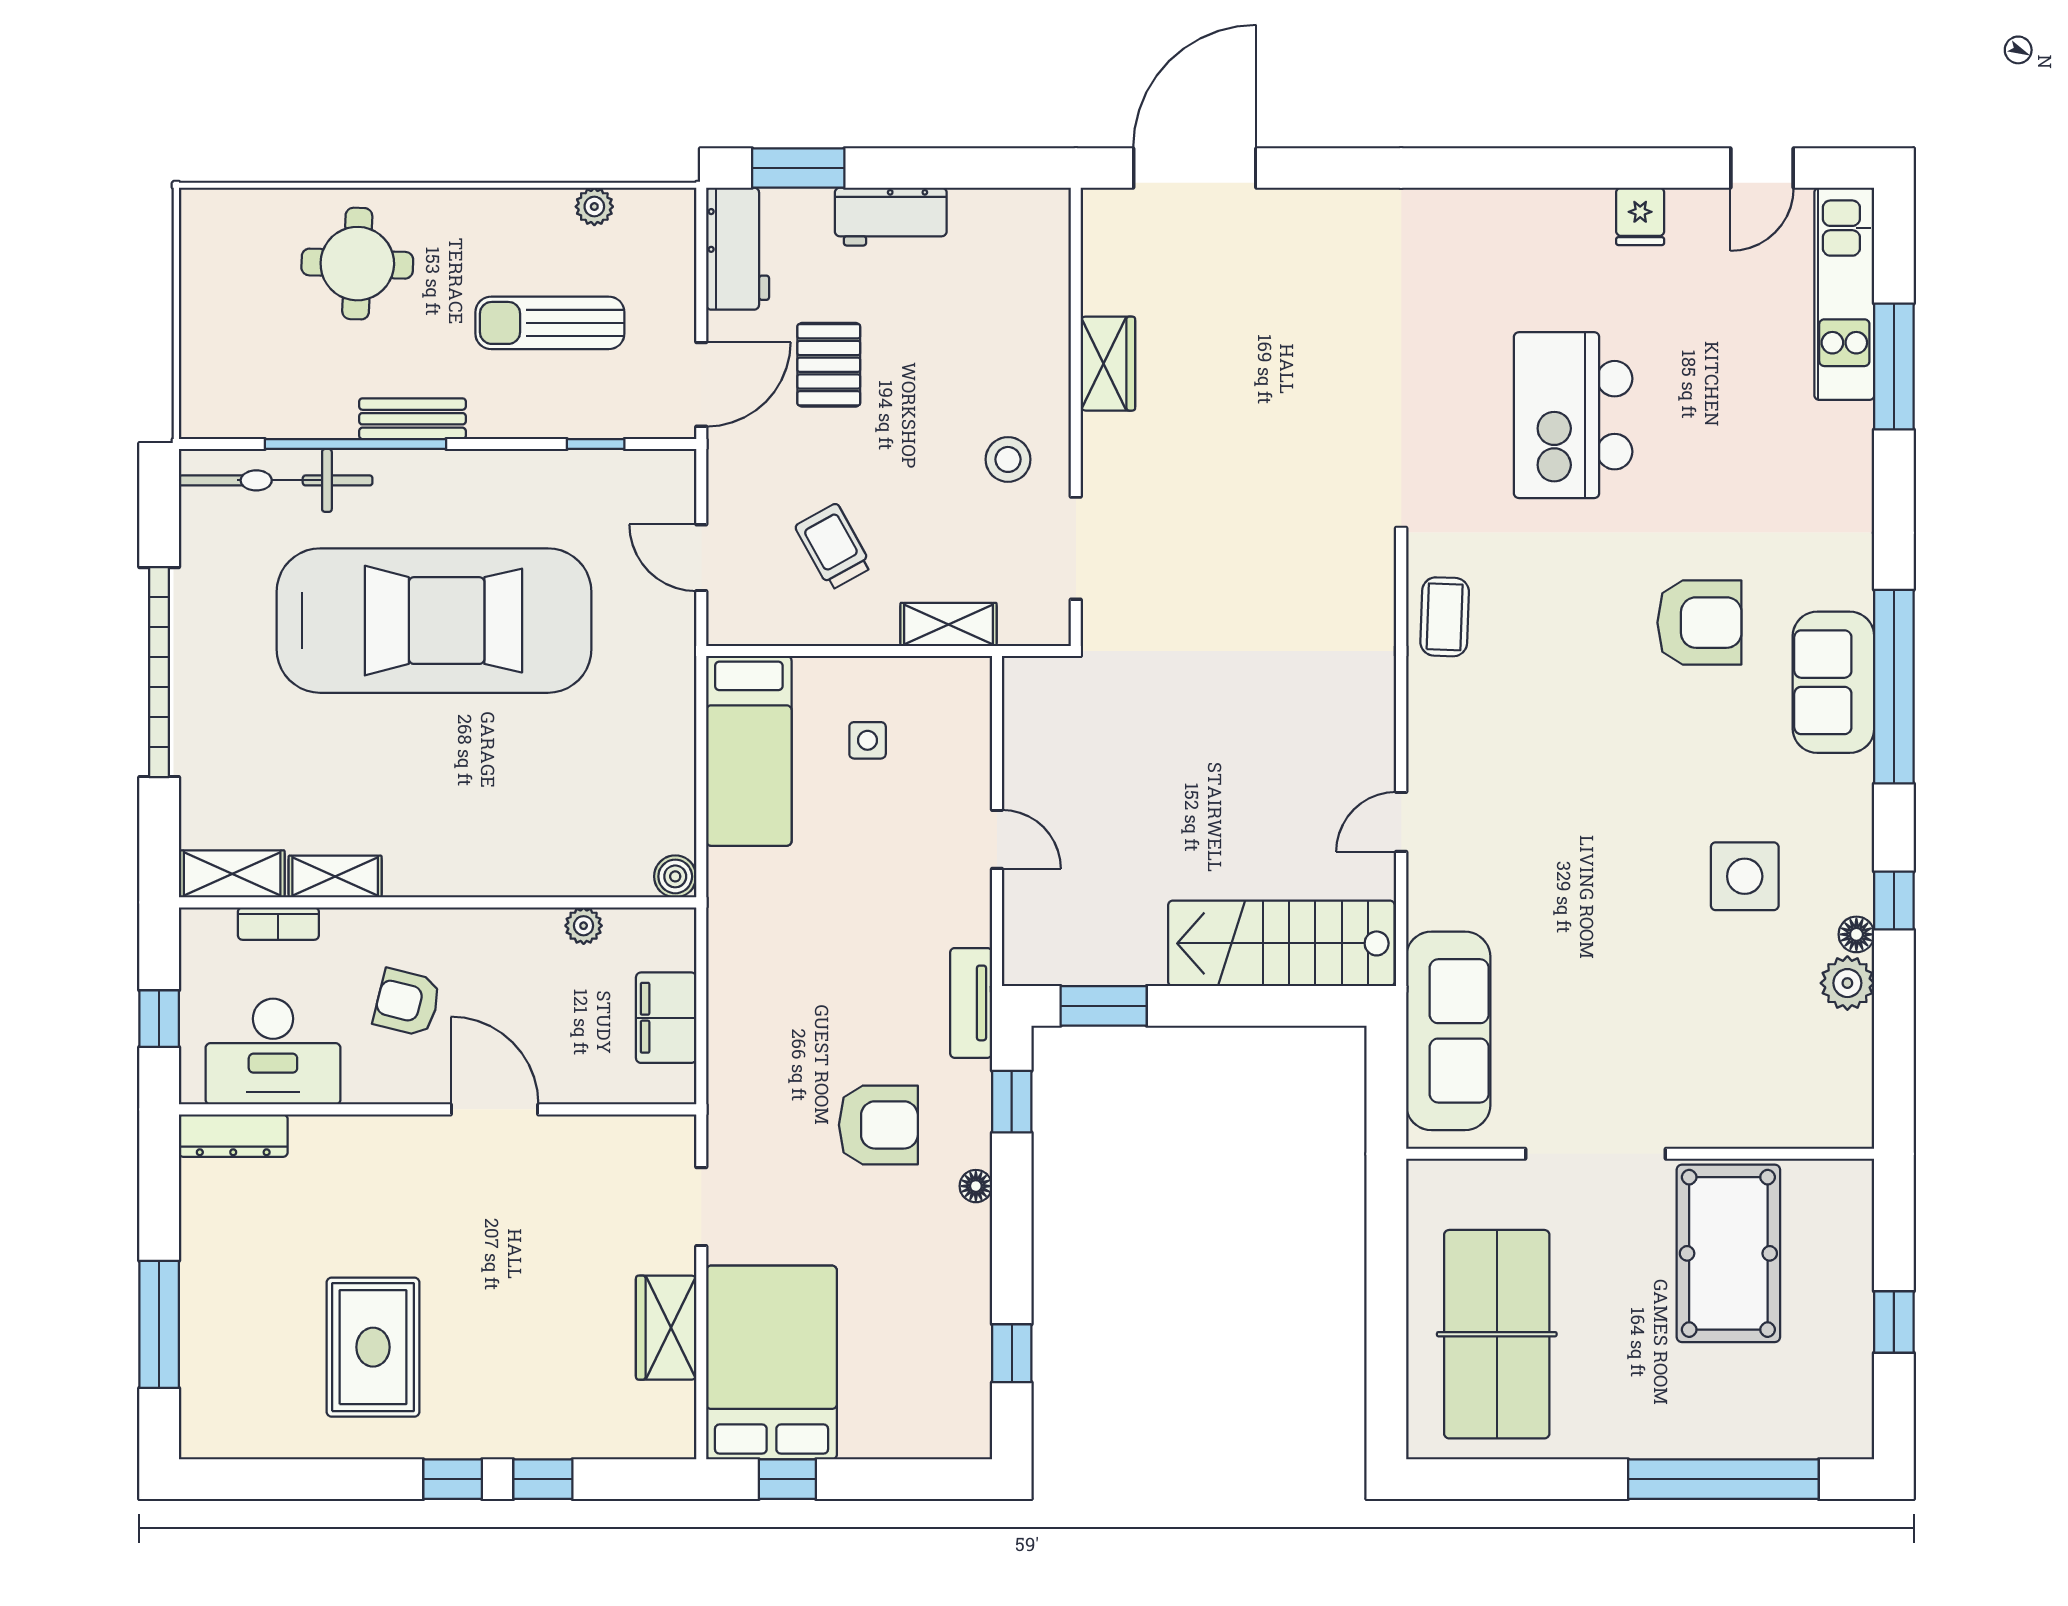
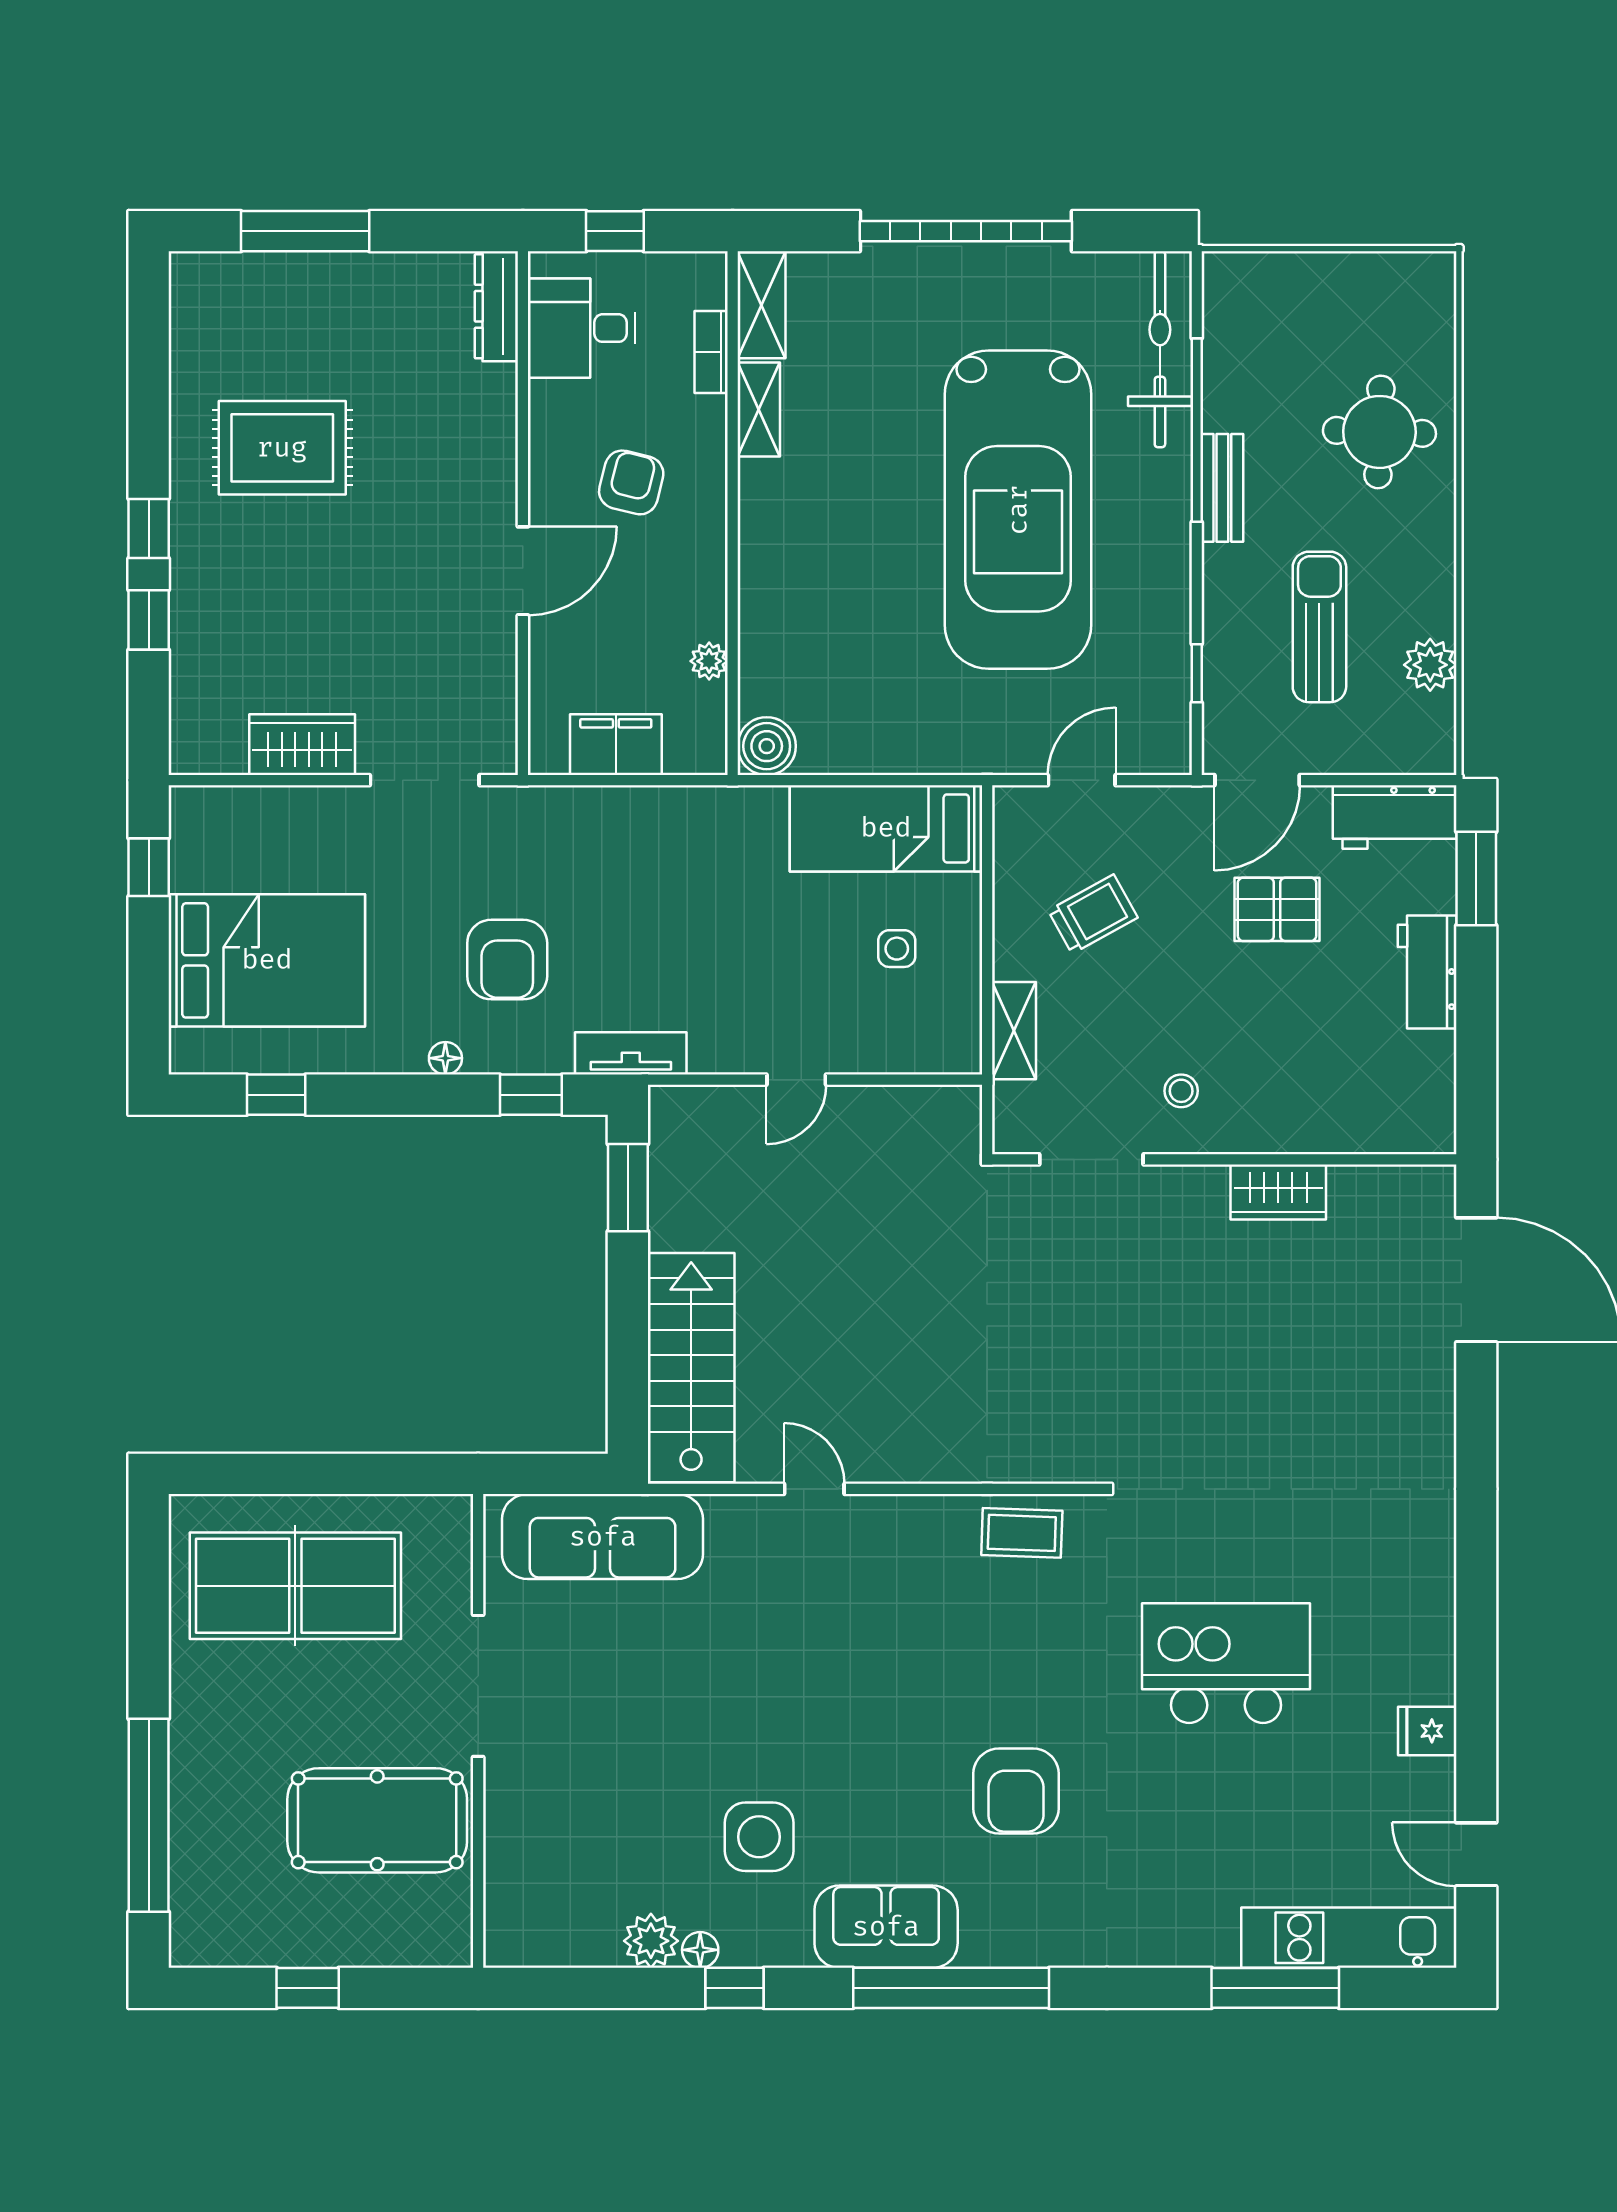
plant: (594, 207) -> (1430, 665), width x1.38, depth x1.38
door: (701, 384) -> (1257, 780), hinge flipped
stool: (1008, 459) -> (1181, 1091), width x0.73, depth x0.73
sofa: (1833, 682) -> (886, 1927), moved
boiler: (675, 876) -> (767, 746), width x1.36, depth x1.36
desk: (273, 1052) -> (582, 328), width x0.73
doorway: (701, 1207) -> (425, 780), width x1.38
bed: (772, 1362) -> (267, 960), moved

